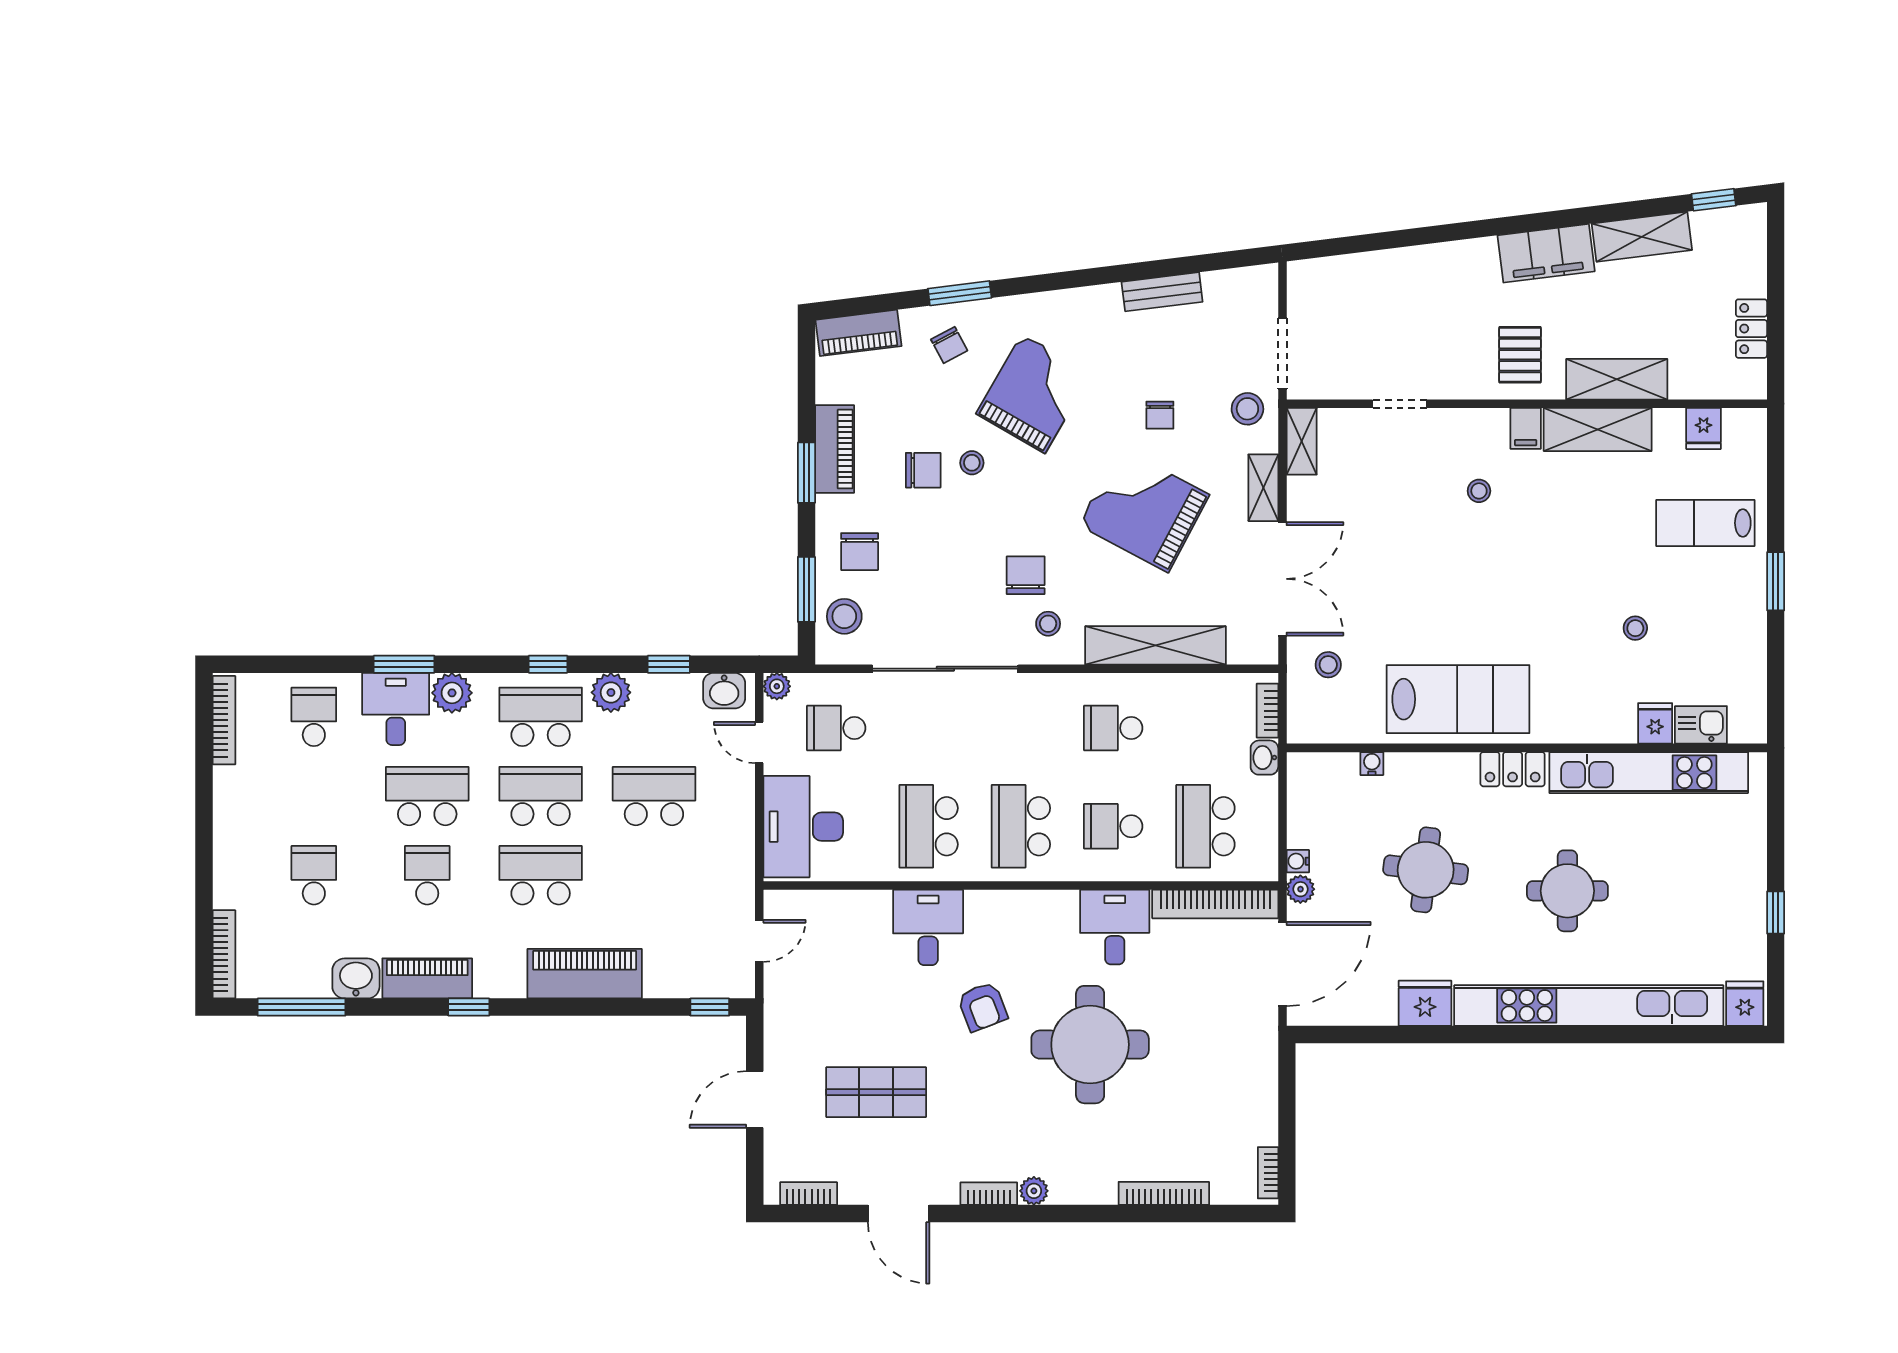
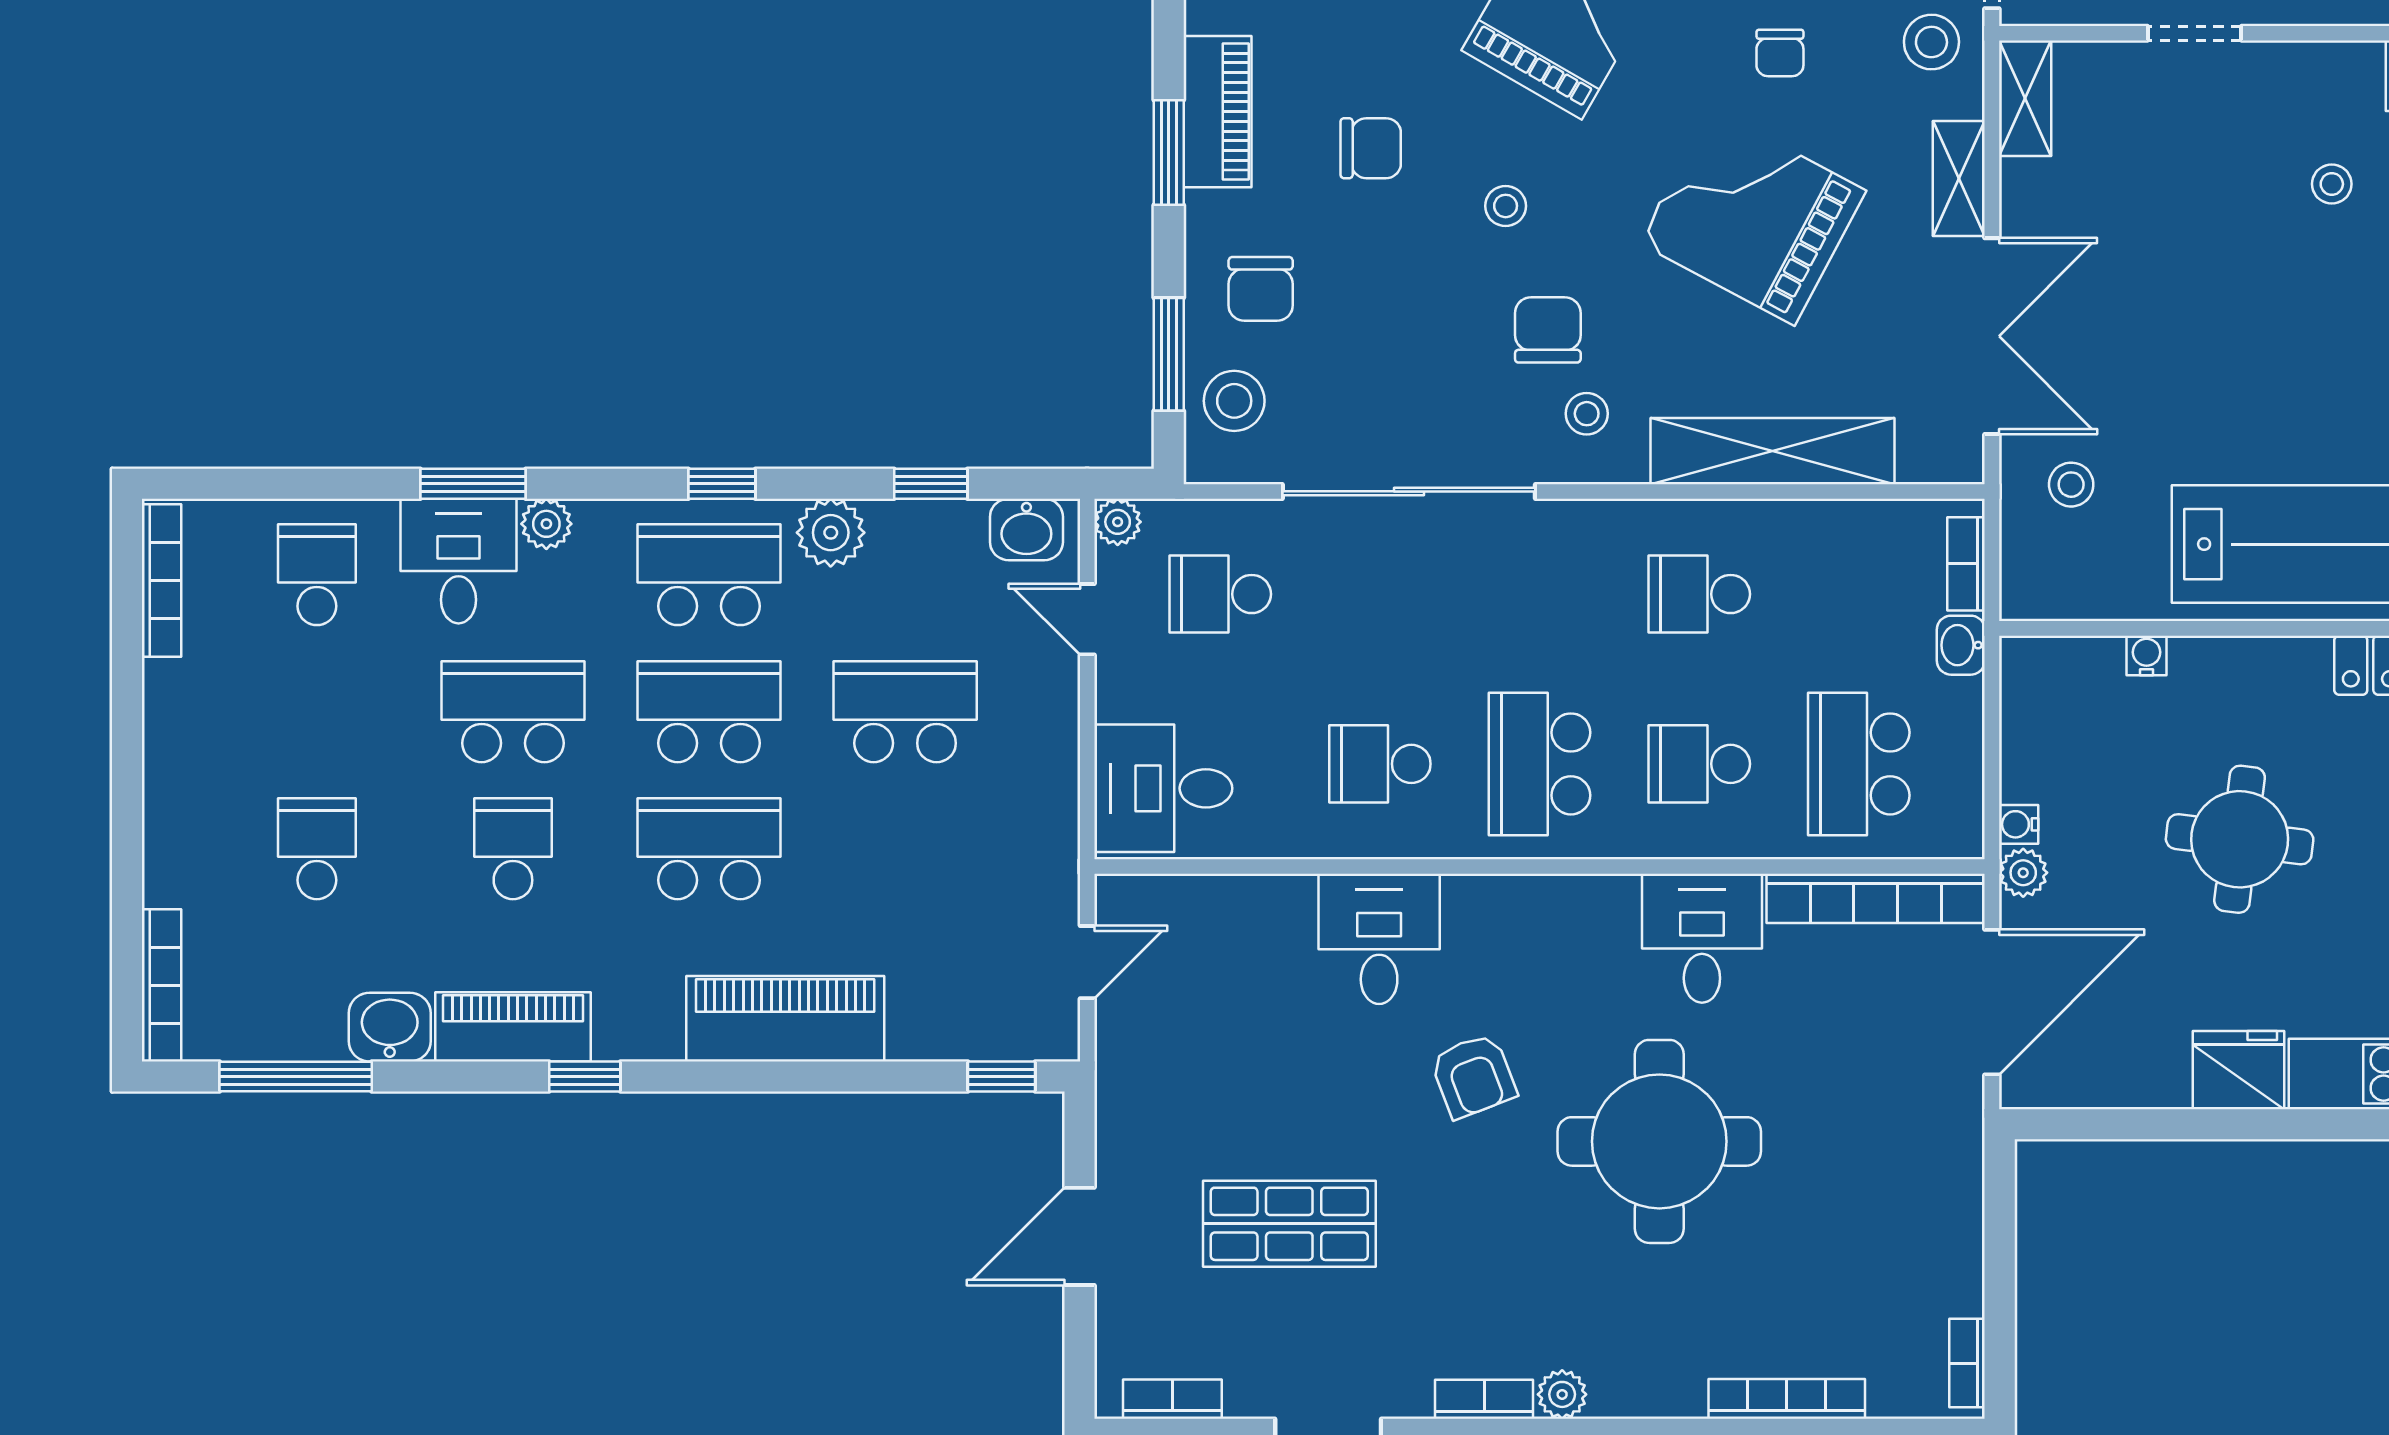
stool: (972, 463) -> (1506, 206), moved
plant: (452, 693) -> (546, 524), width x0.73, depth x0.73
school desk: (929, 826) -> (1380, 764), width x0.54
desk: (803, 827) -> (1163, 788), width x0.73

